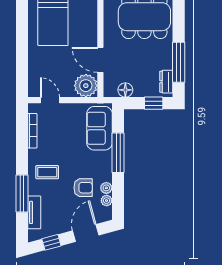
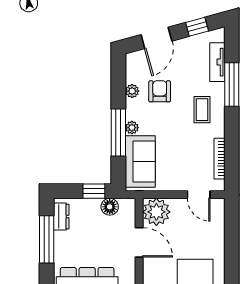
window: (154, 103) -> (94, 191), moved
coffee table: (47, 172) -> (202, 110), turned 90
armchair: (83, 188) -> (160, 91), turned 90
plant: (107, 201) -> (132, 128), moved

